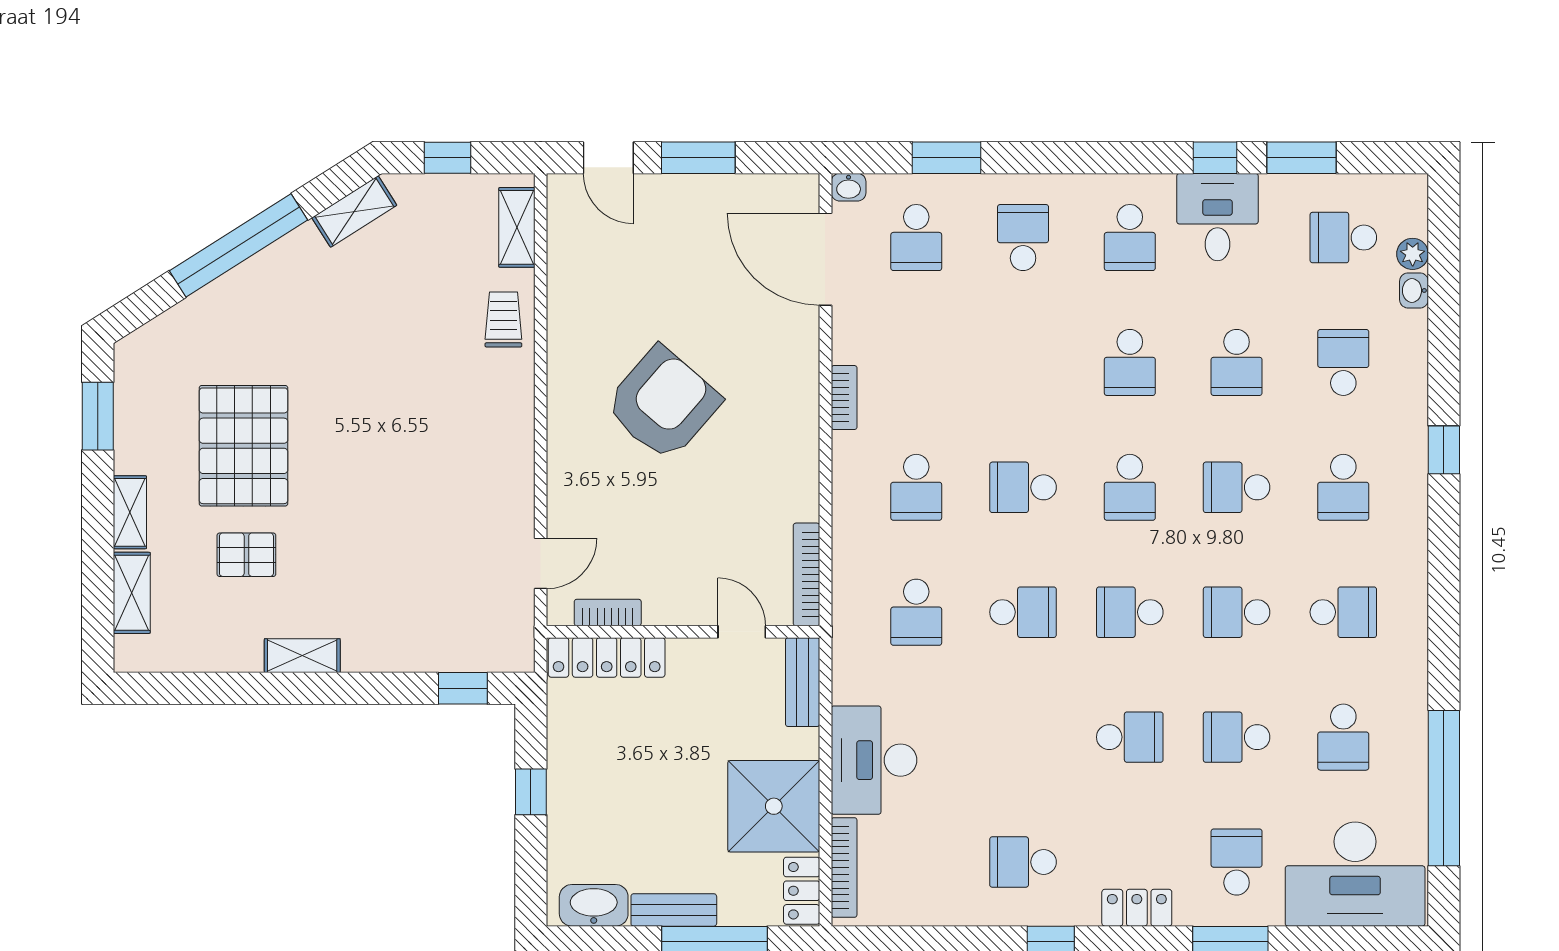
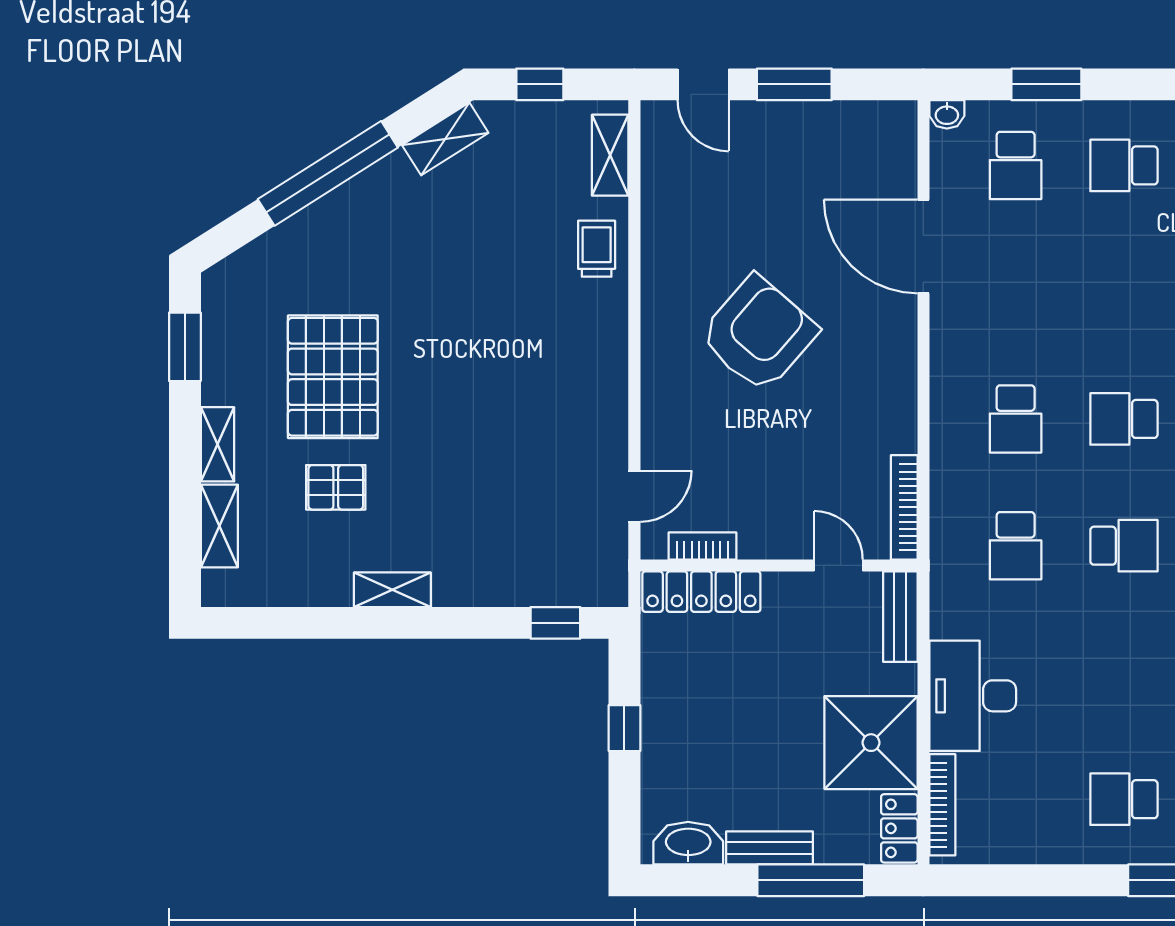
school desk: (1023, 238) -> (1124, 165), turned -90
door: (825, 259) -> (923, 246), moved
bookcase: (844, 398) -> (942, 328), removed

